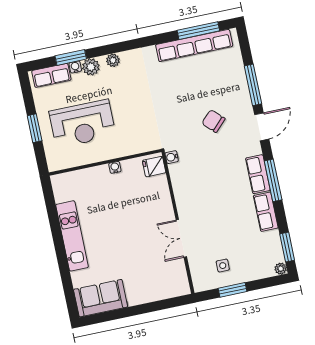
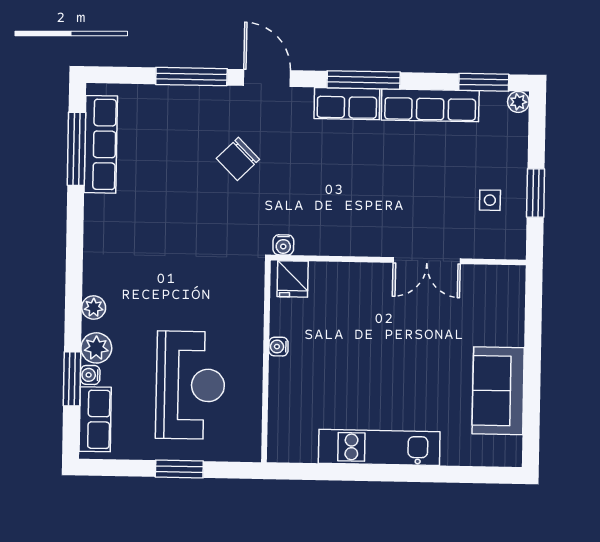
row of seats: (194, 45) -> (101, 144), width x0.73
row of seats: (266, 212) -> (430, 105), width x1.48
sofa: (101, 298) -> (498, 391), moved

